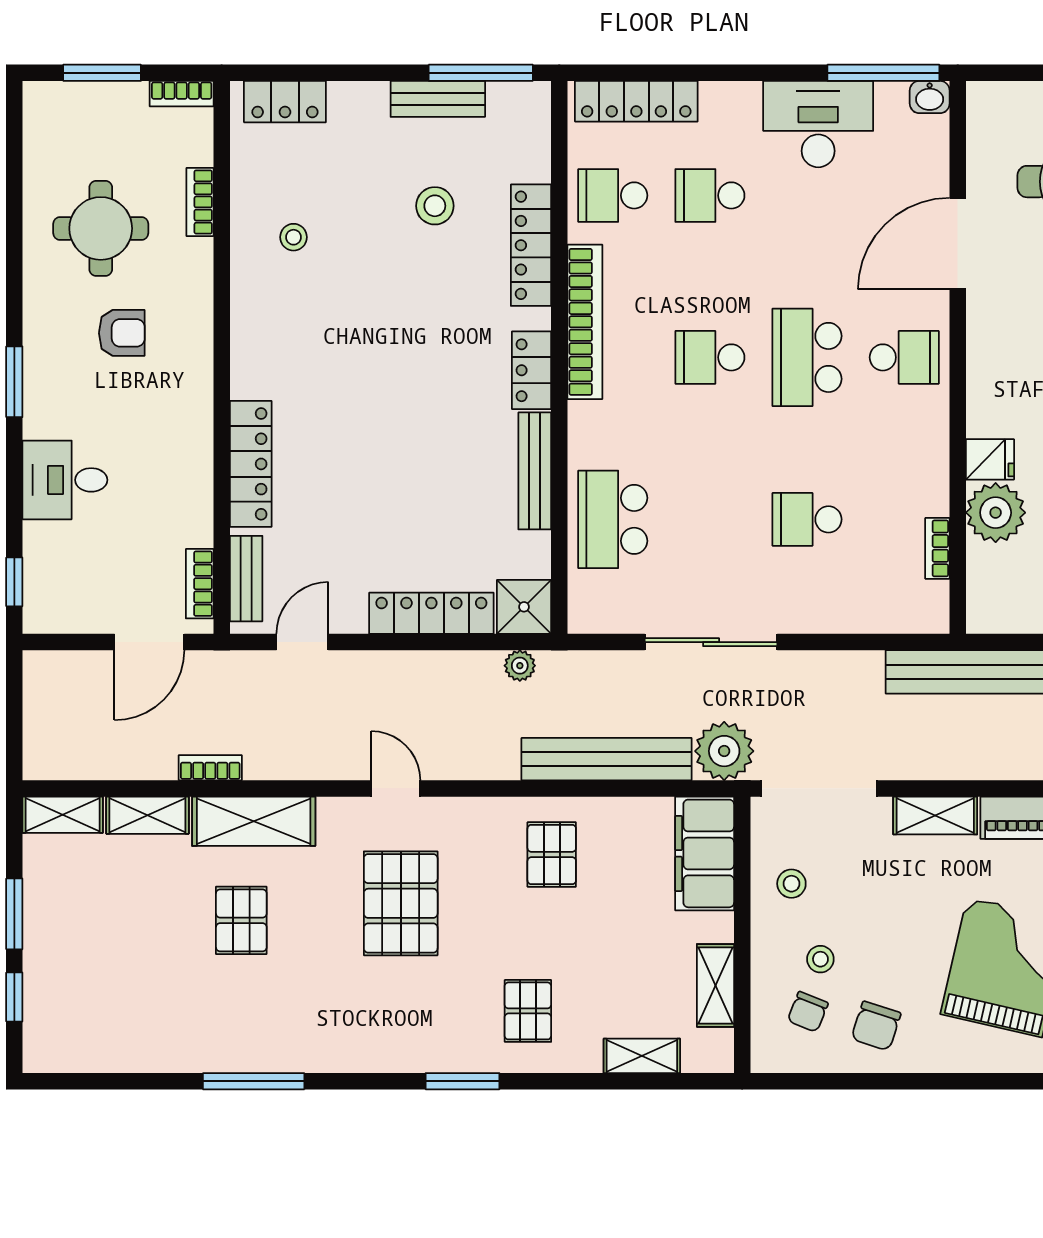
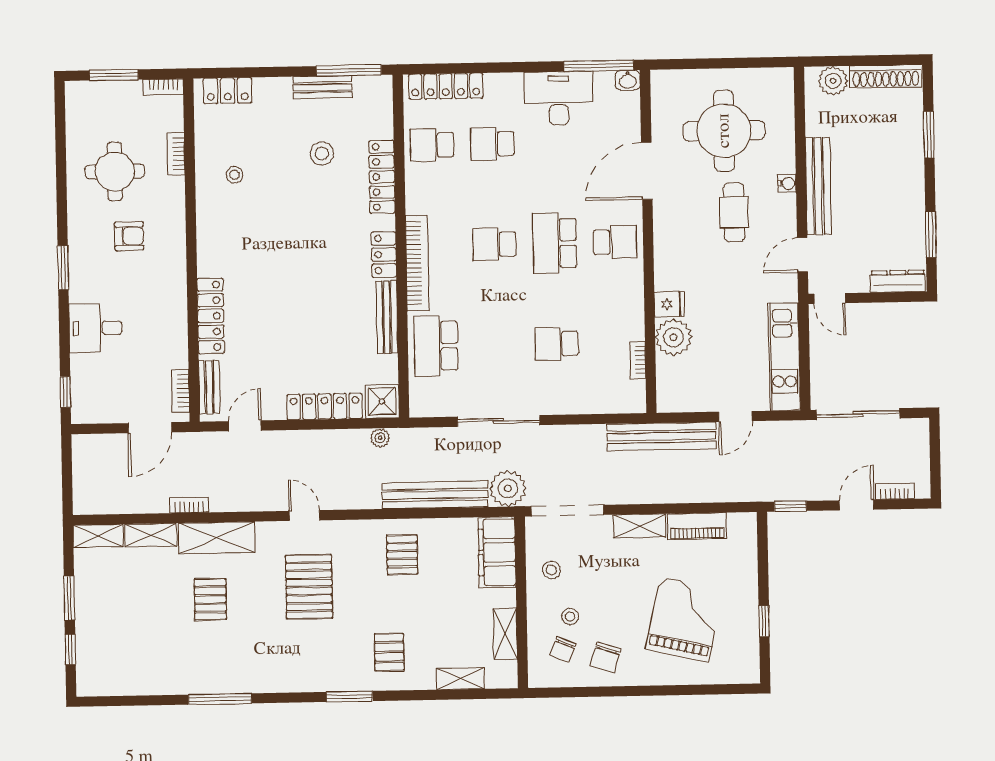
bookcase: (585, 322) -> (417, 263), moved

